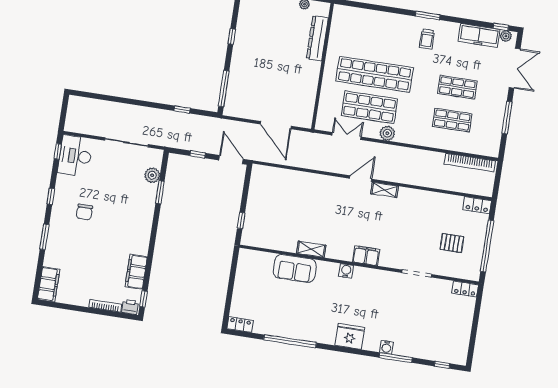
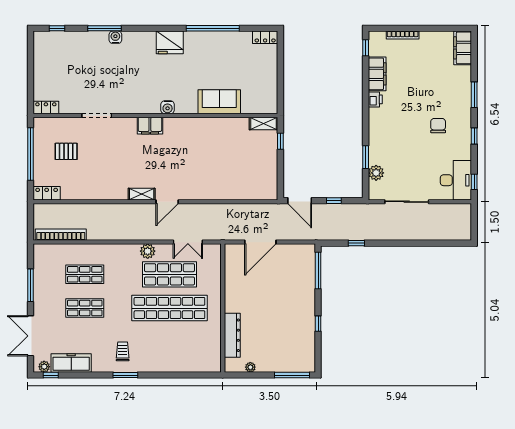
door: (276, 125) -> (260, 242), swing flipped
shelving: (311, 249) -> (264, 123), moved
printer: (130, 307) -> (375, 99), moved, turned -90
fridge: (350, 336) -> (170, 42), moved

